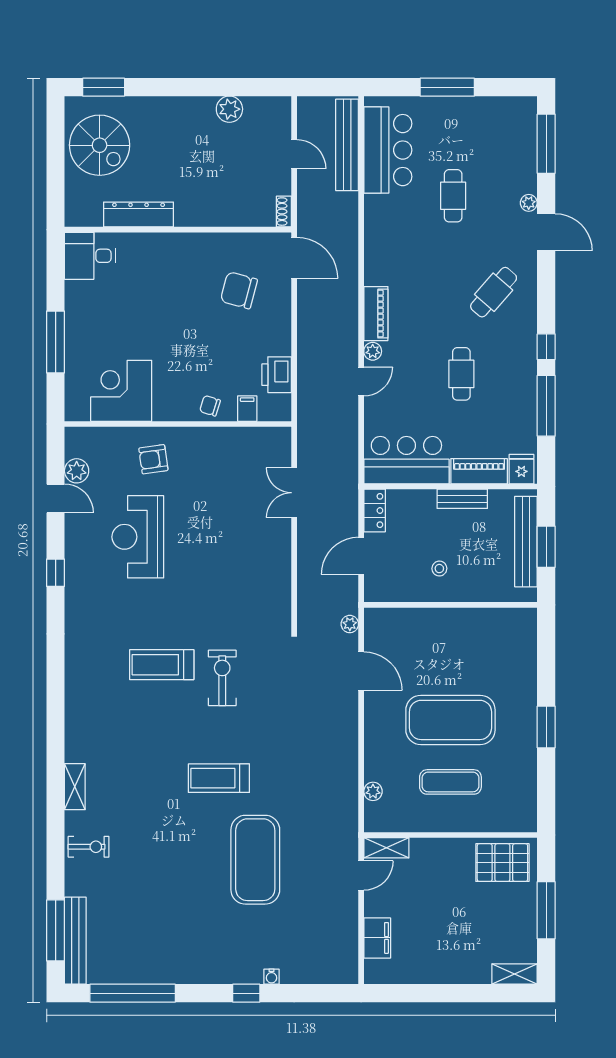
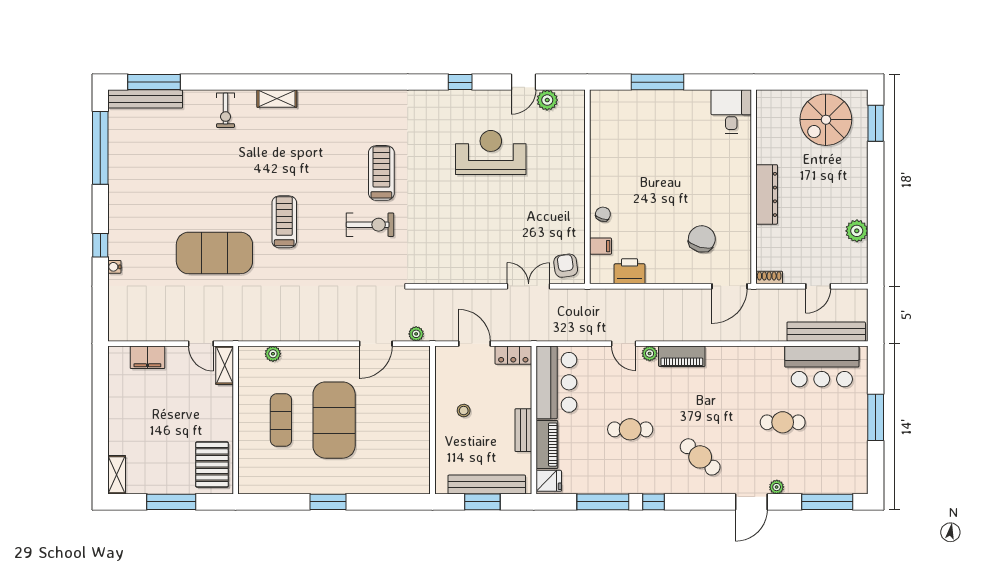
dresser: (139, 214) -> (767, 194), moved
corner desk: (121, 391) -> (616, 138), removed
armchair: (153, 459) -> (566, 266), moved

